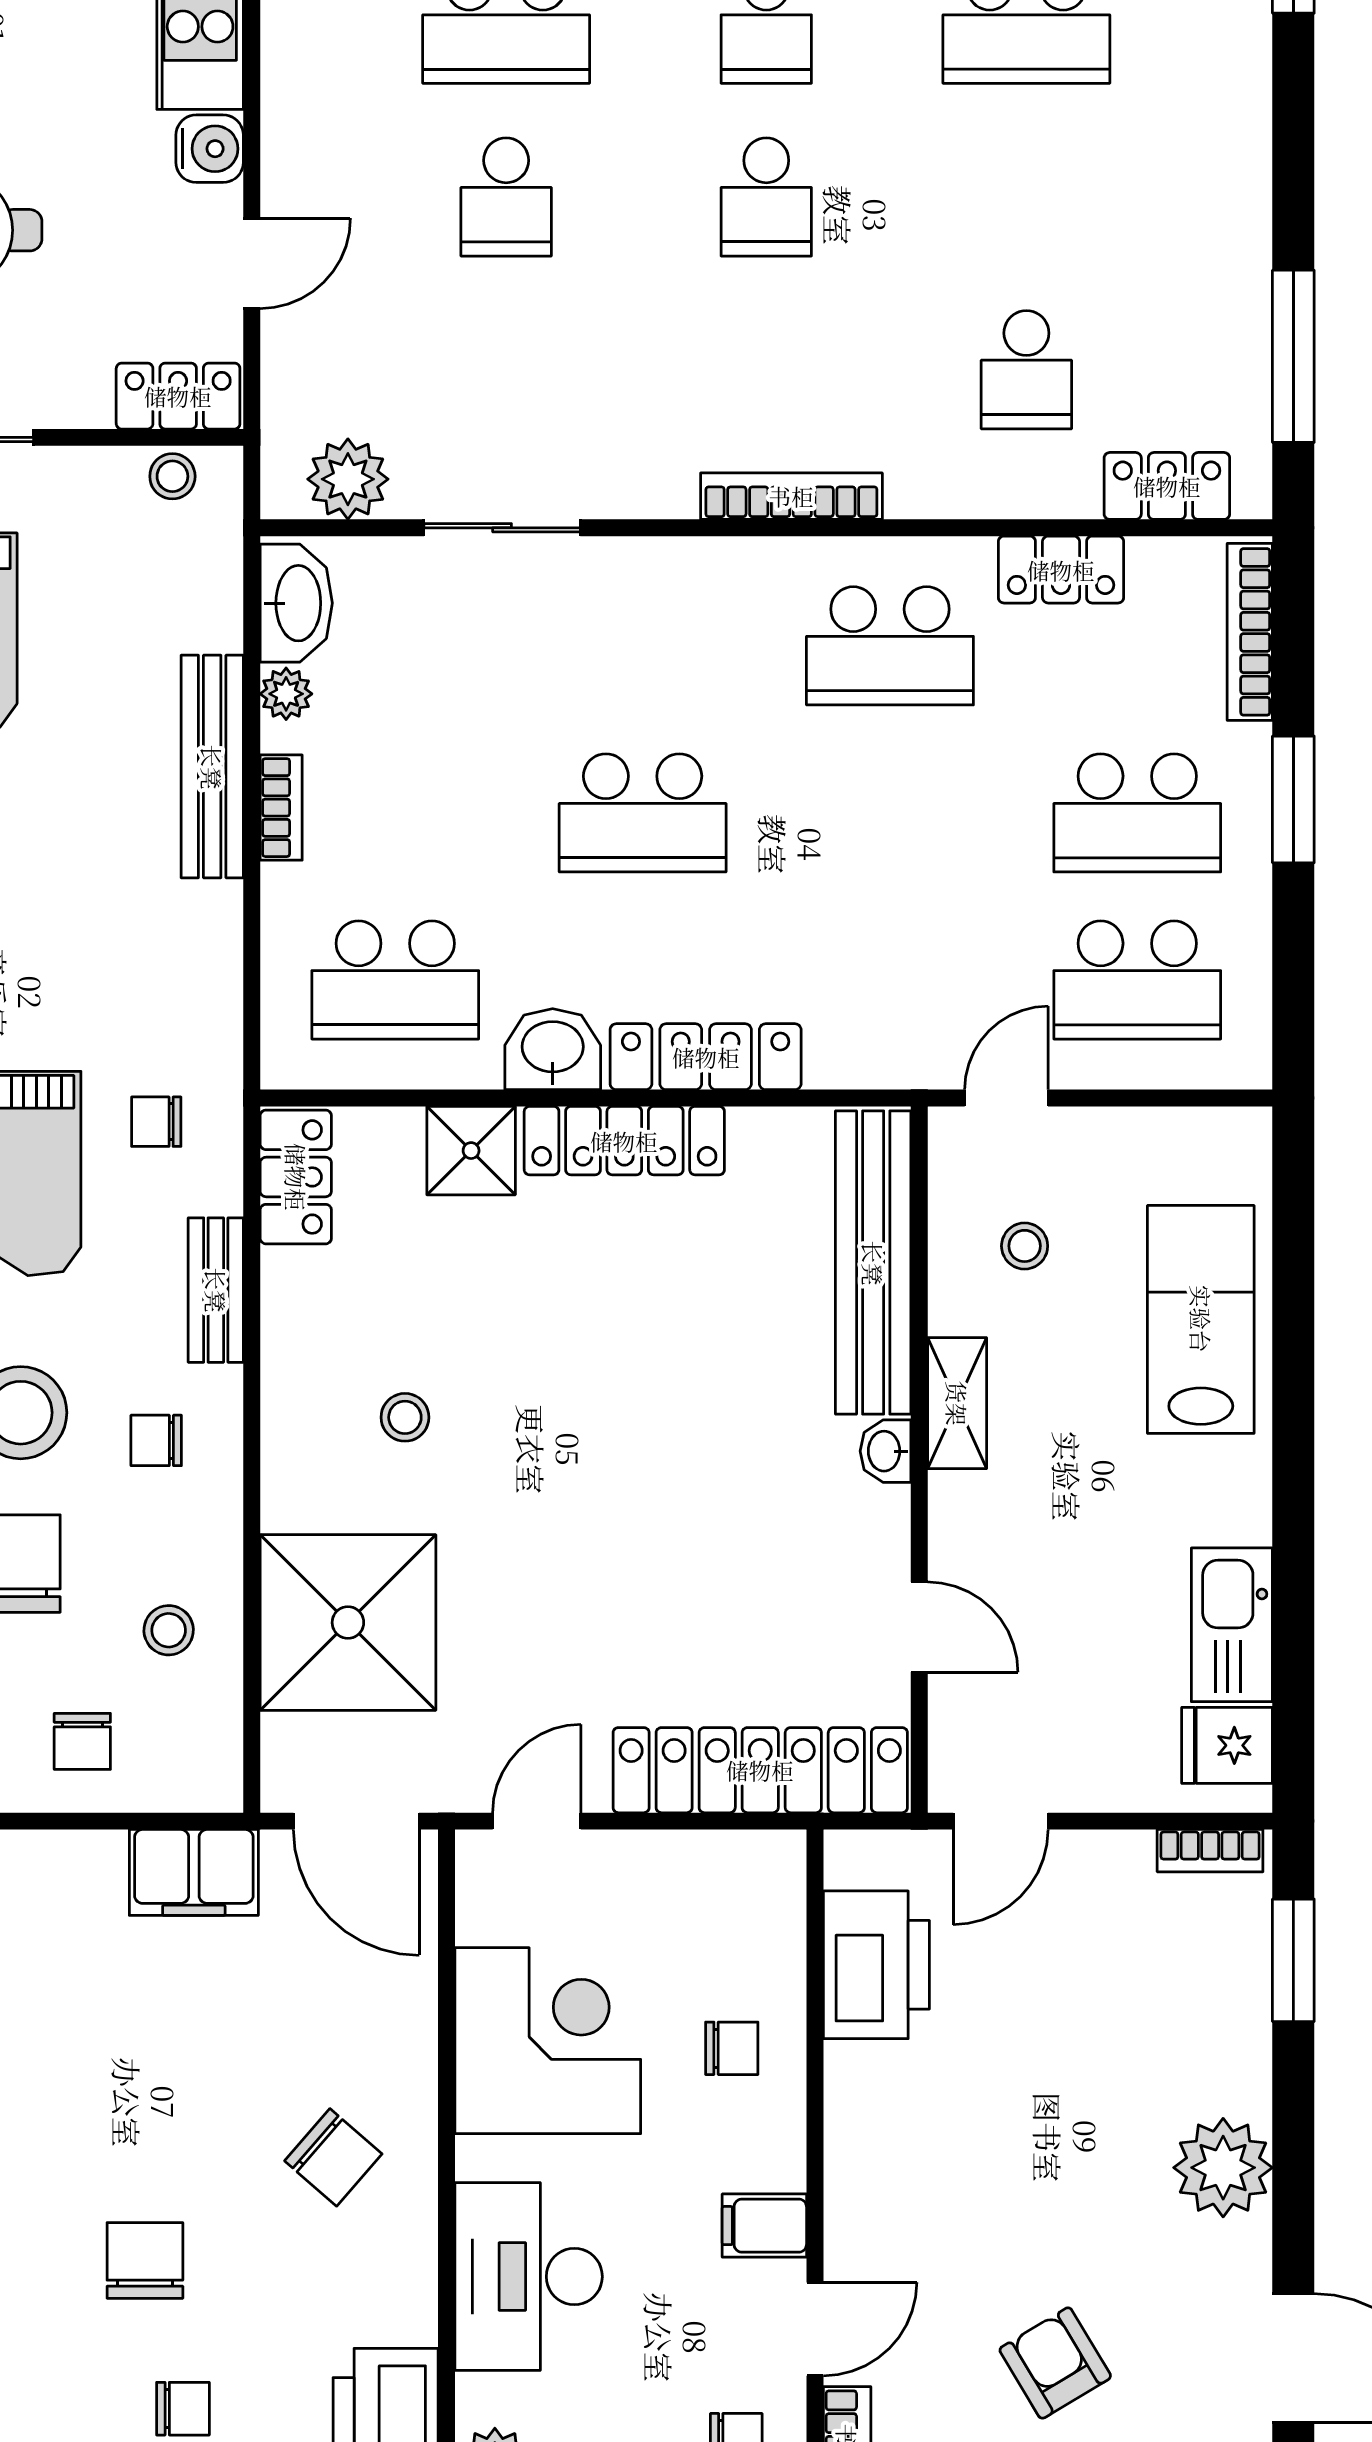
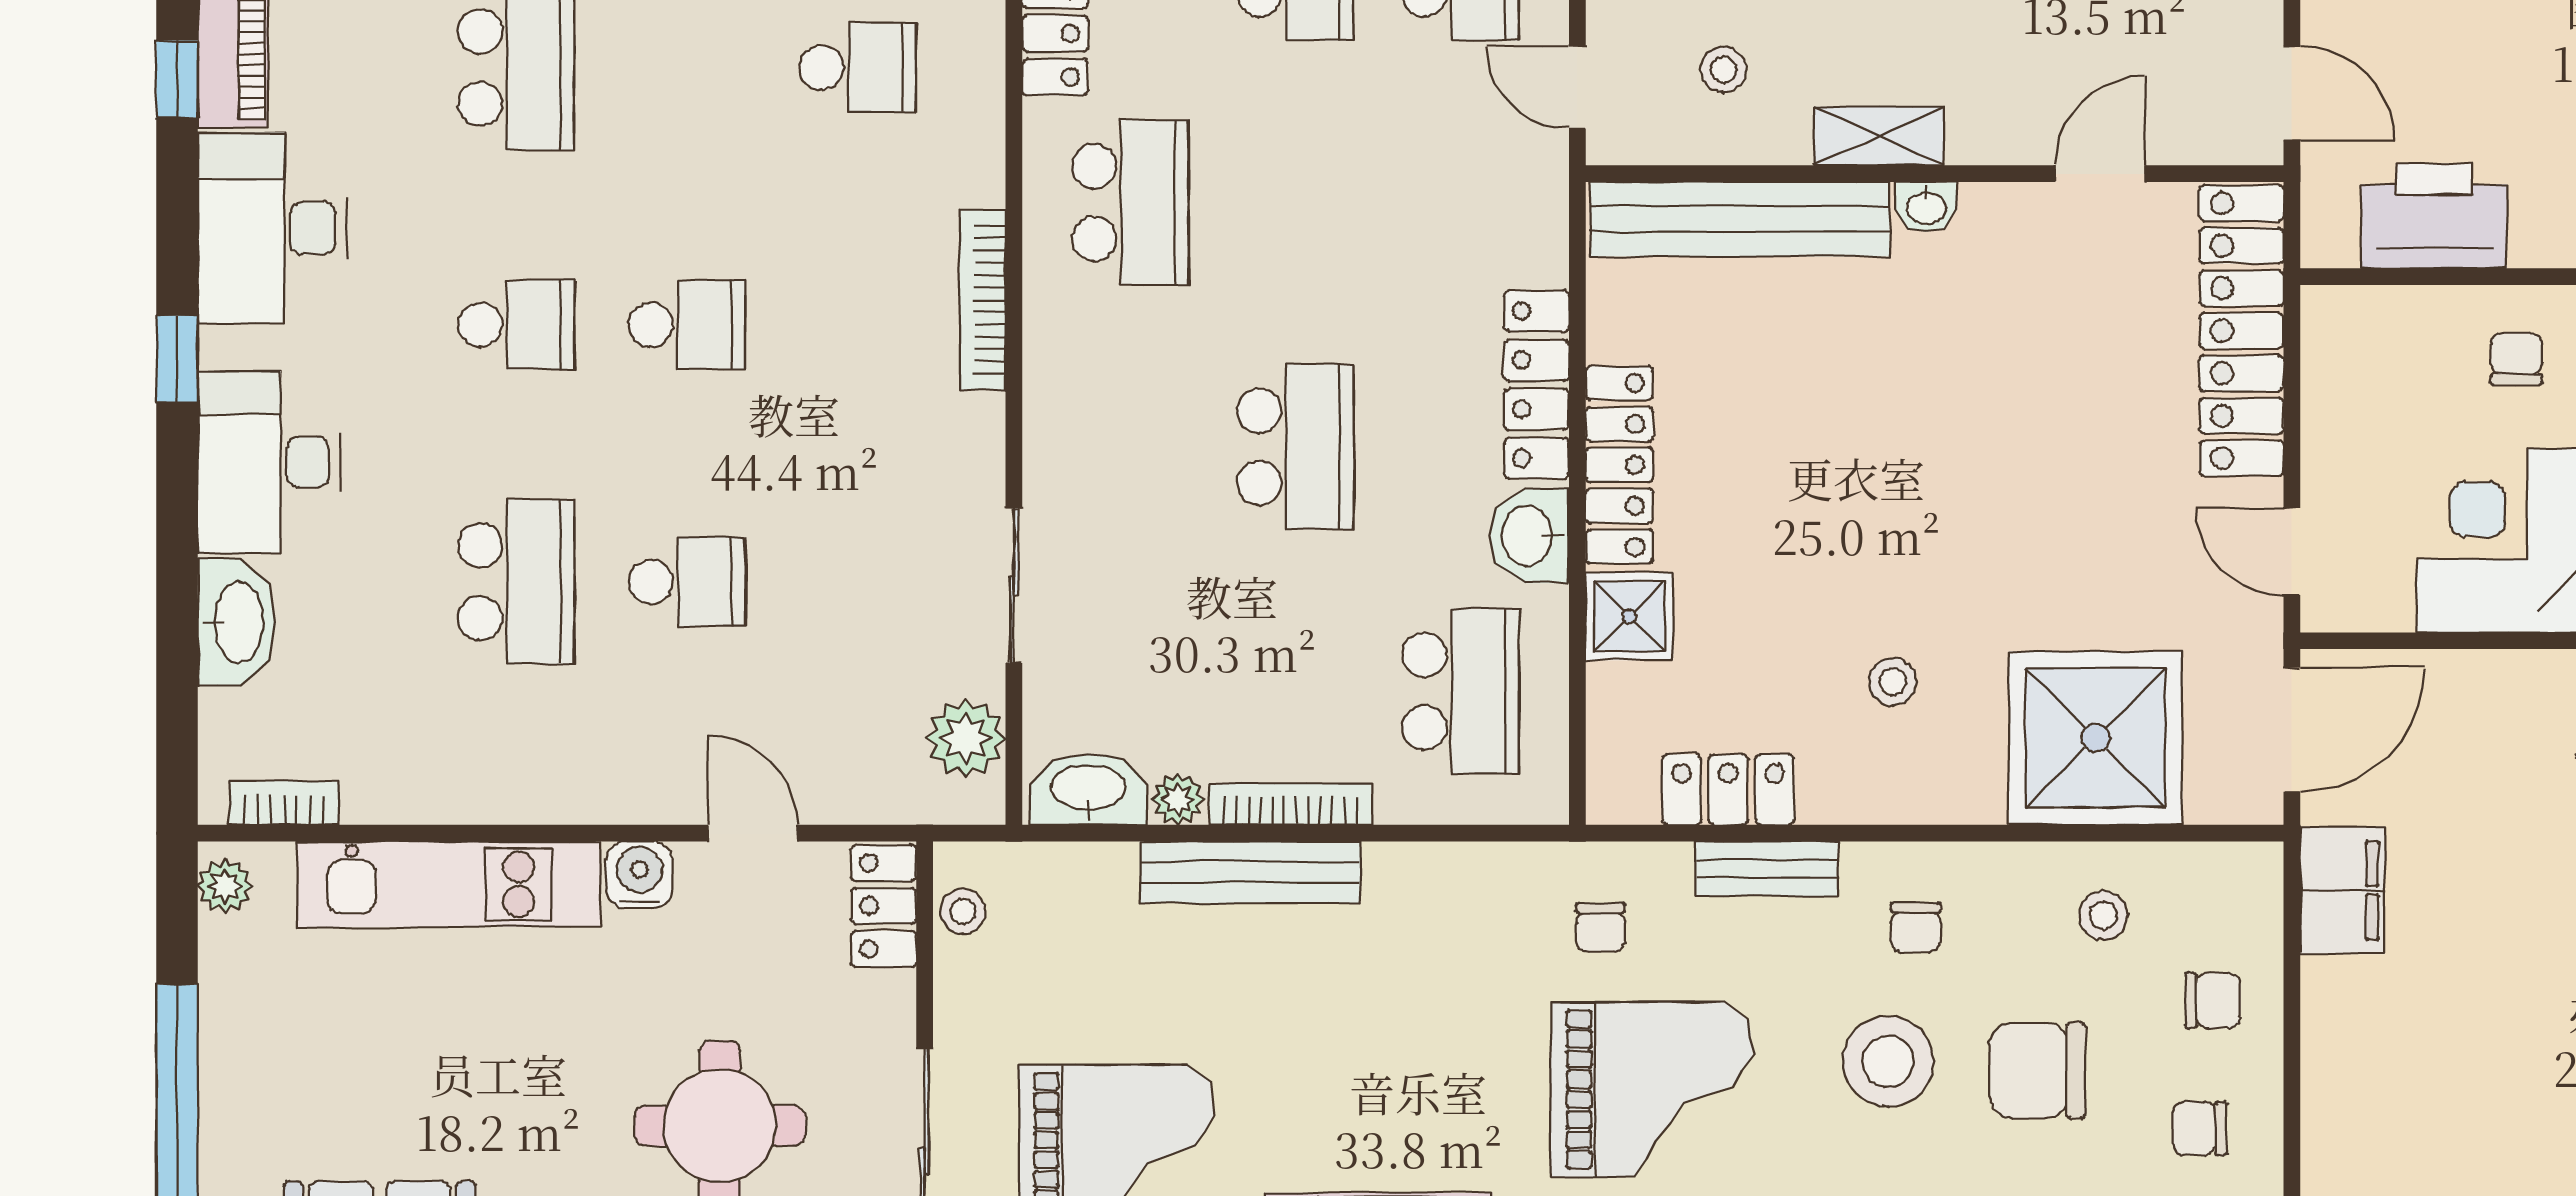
bookcase: (281, 808) -> (1290, 804), width x1.56
locker: (296, 1177) -> (1728, 790), moved

